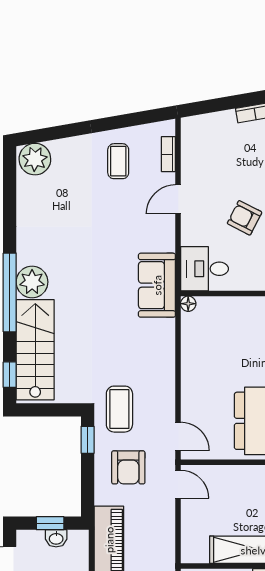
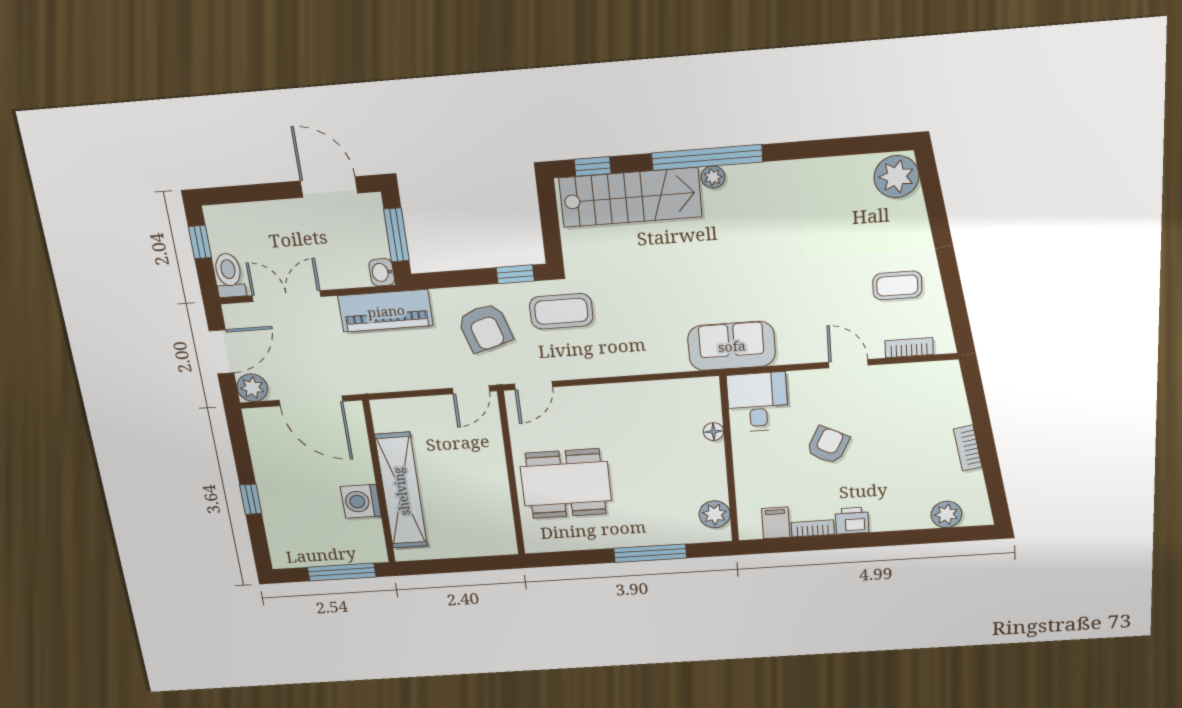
plant: (32, 282) -> (713, 177), width x0.53, depth x0.53
floor lamp: (188, 304) -> (713, 432), moved
armchair: (128, 467) -> (485, 328), turned -107
window: (50, 523) -> (396, 235), width x1.50
washbasin: (56, 538) -> (382, 272), moved

